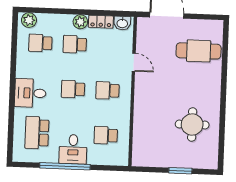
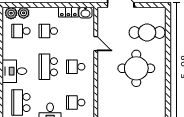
plant: (80, 22) -> (24, 13), moved
school desk: (73, 89) -> (48, 67), width x1.85
round table: (192, 125) -> (136, 68), moved, width x1.36, depth x1.36

